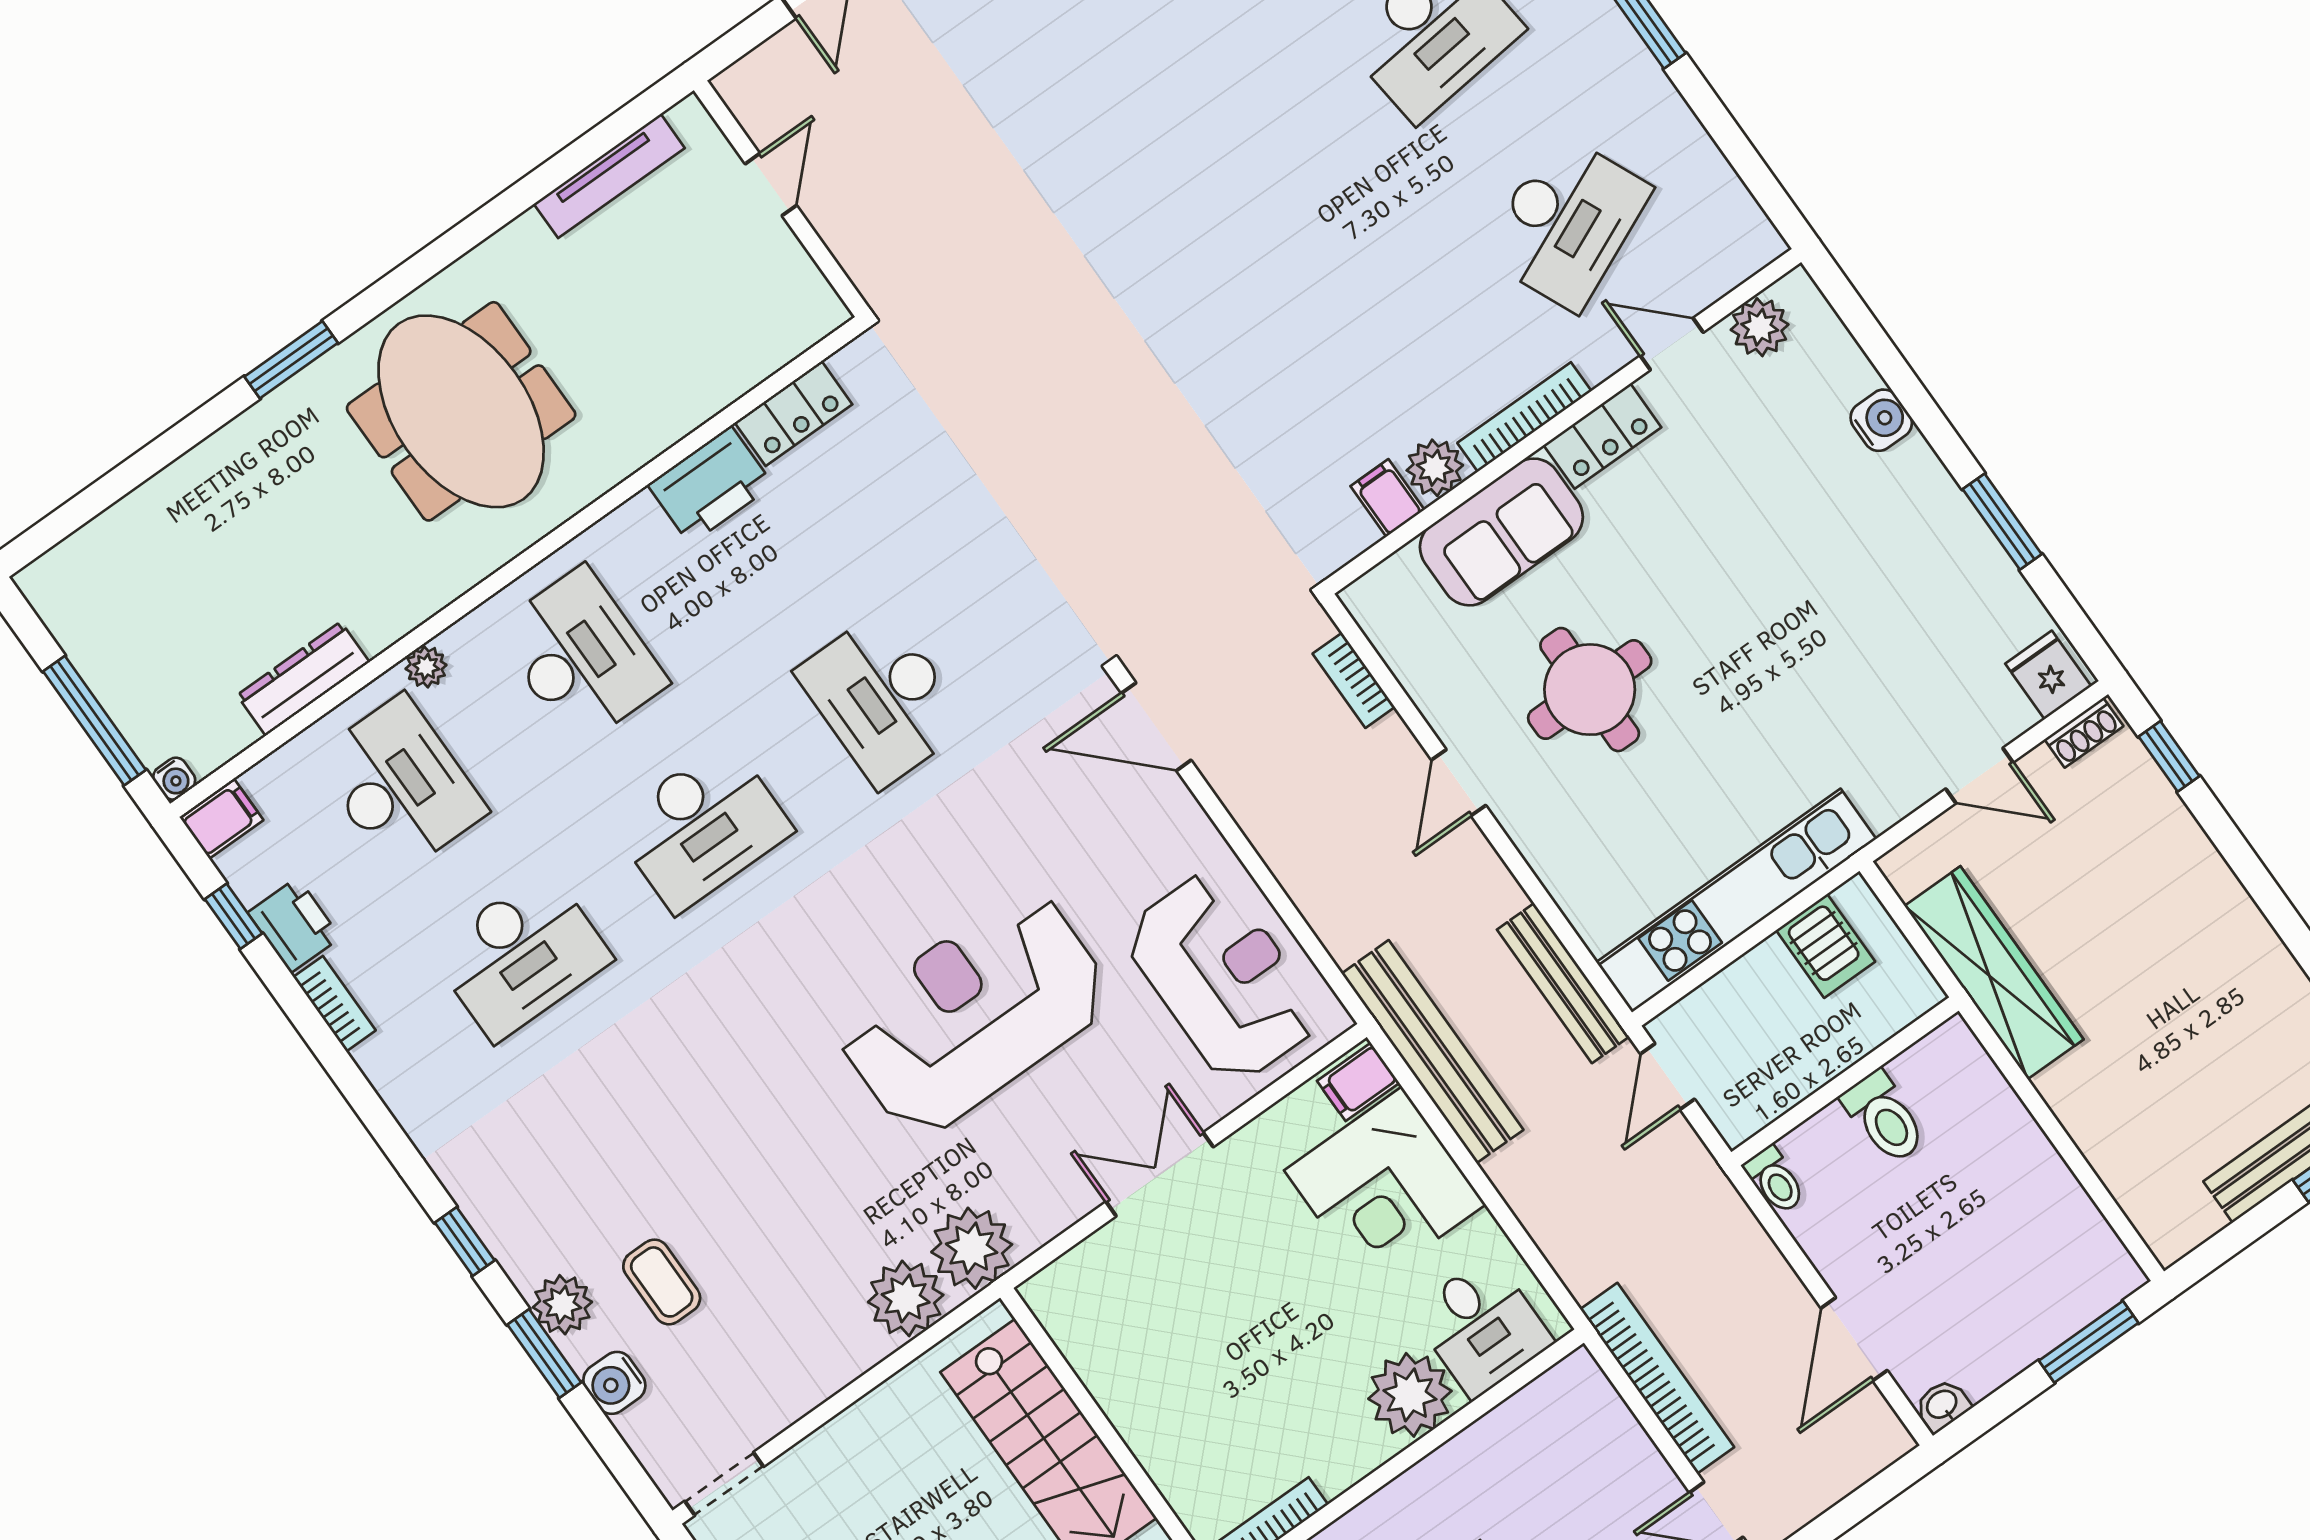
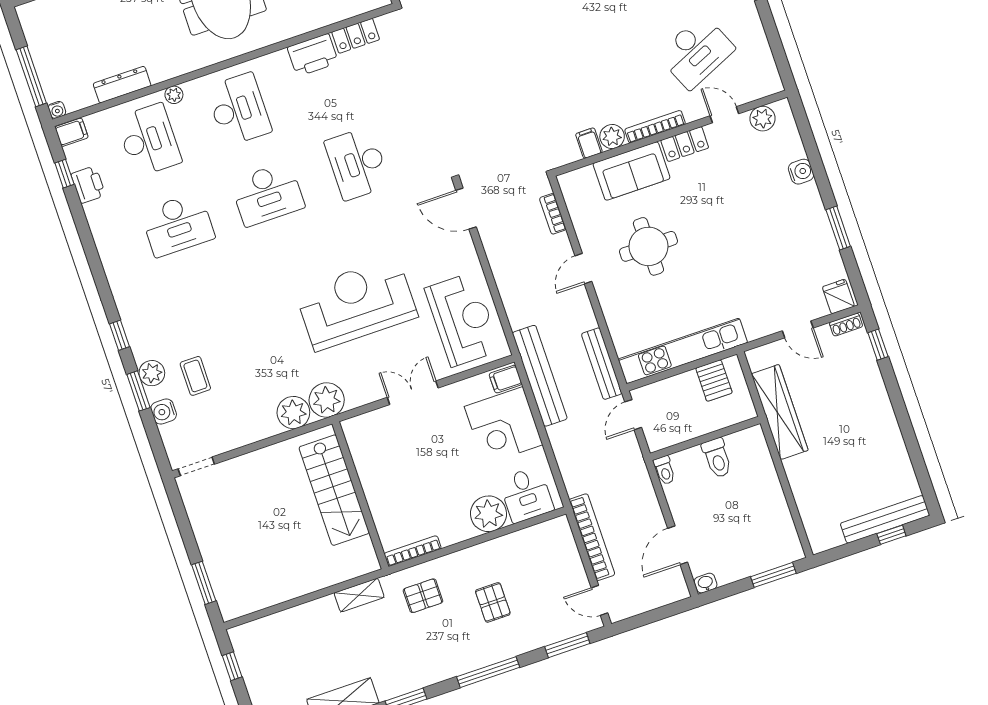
bookcase: (334, 1004) -> (95, 222), removed

